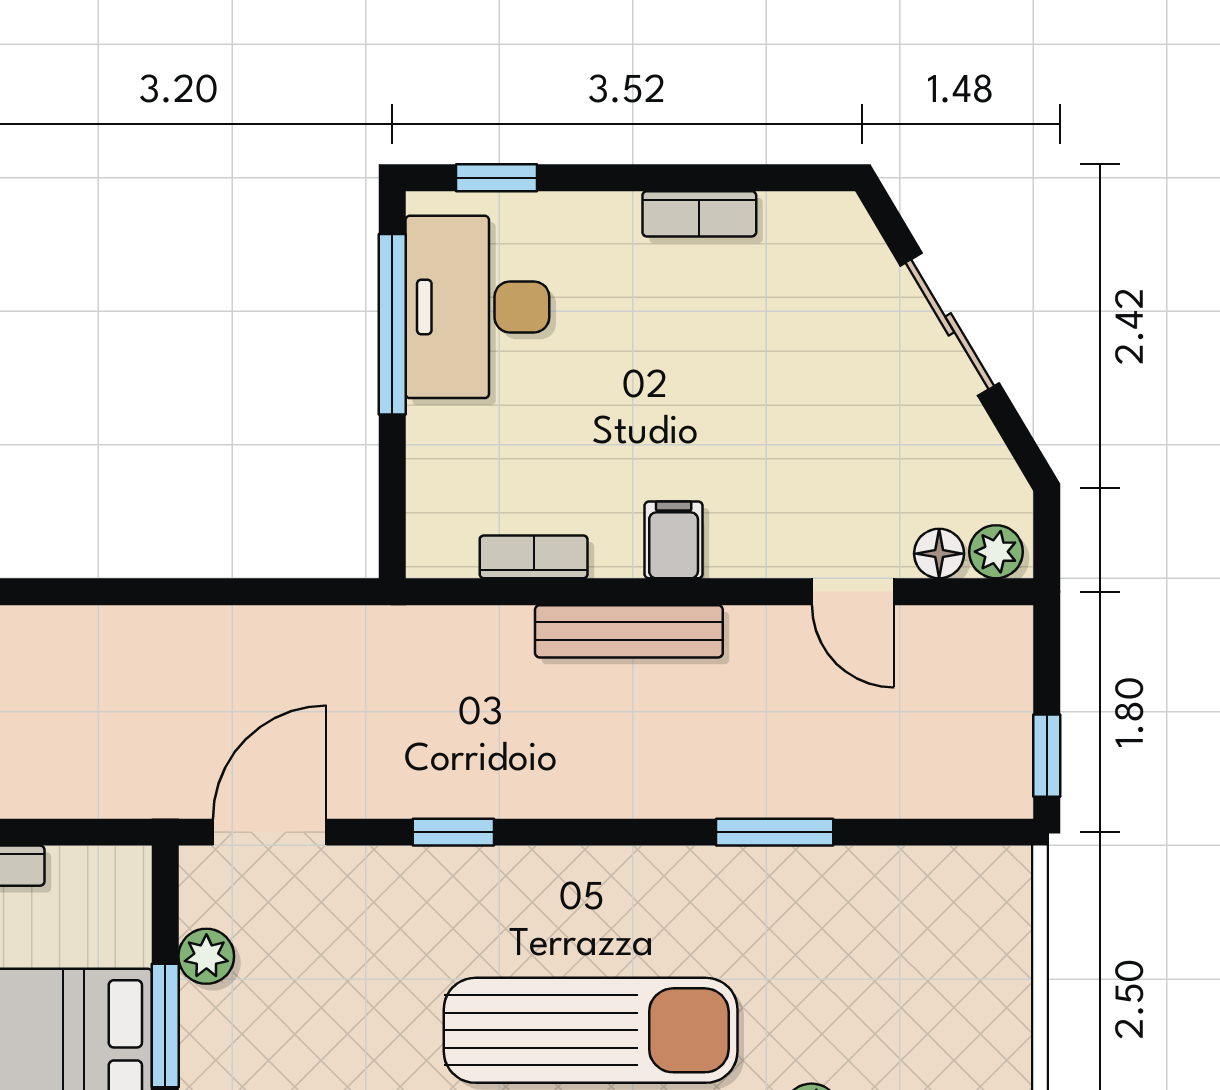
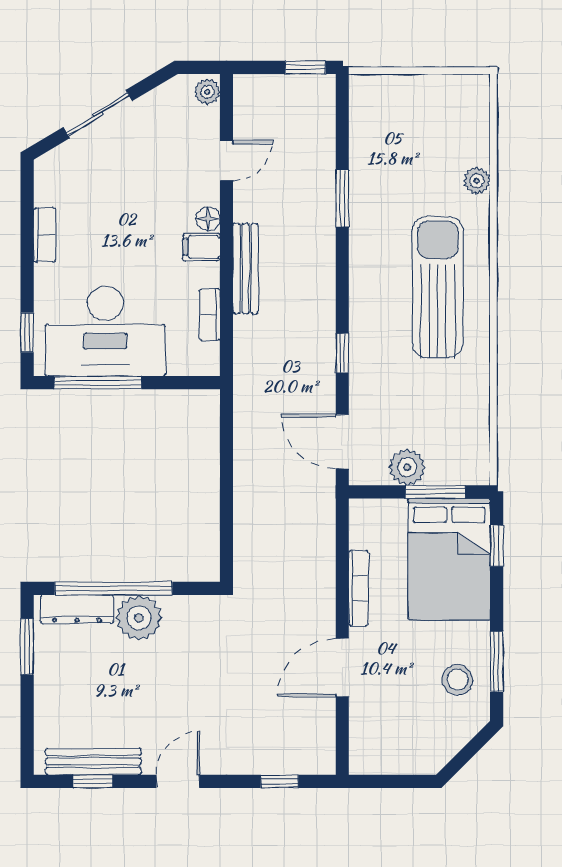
desk: (477, 307) -> (105, 331), width x1.36, depth x1.30
floor lamp: (939, 554) -> (208, 219), moved
plant: (206, 956) -> (407, 467), width x1.38, depth x1.38

